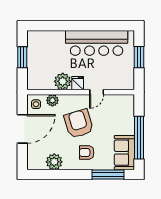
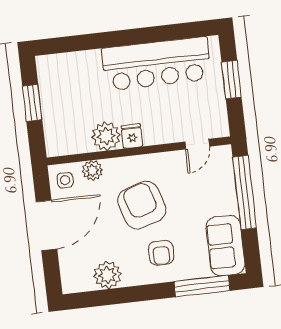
door: (97, 92) -> (197, 144), moved
window: (139, 138) -> (245, 193), moved
armchair: (87, 153) -> (161, 253), turned -90

